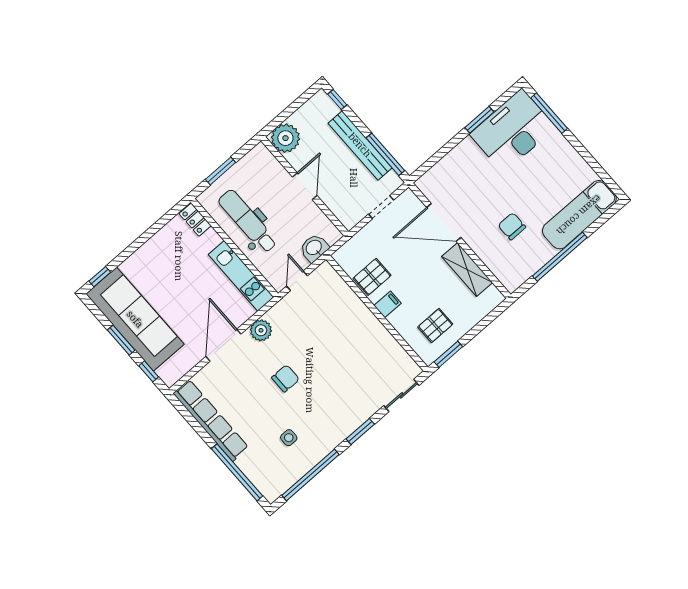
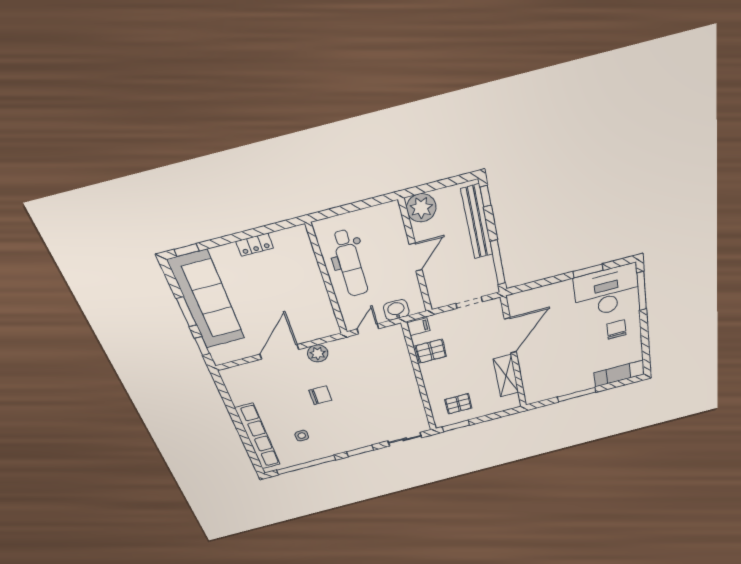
bench: (360, 145) -> (477, 222), moved
window: (221, 171) -> (347, 209), removed
exam couch: (579, 215) -> (619, 374), width x0.73, depth x0.69
locker: (195, 220) -> (255, 245), moved, turned -90
dental chair: (248, 221) -> (350, 263), turned 180
door: (444, 222) -> (510, 335), swing flipped
chair: (512, 226) -> (616, 329), moved
window: (560, 257) -> (577, 395), width x0.68
kitchen unit: (241, 276) -> (322, 305), removed
filing cabinet: (388, 304) -> (418, 327), moved
row of seats: (211, 420) -> (258, 437), moved
window: (237, 472) -> (247, 444), removed

